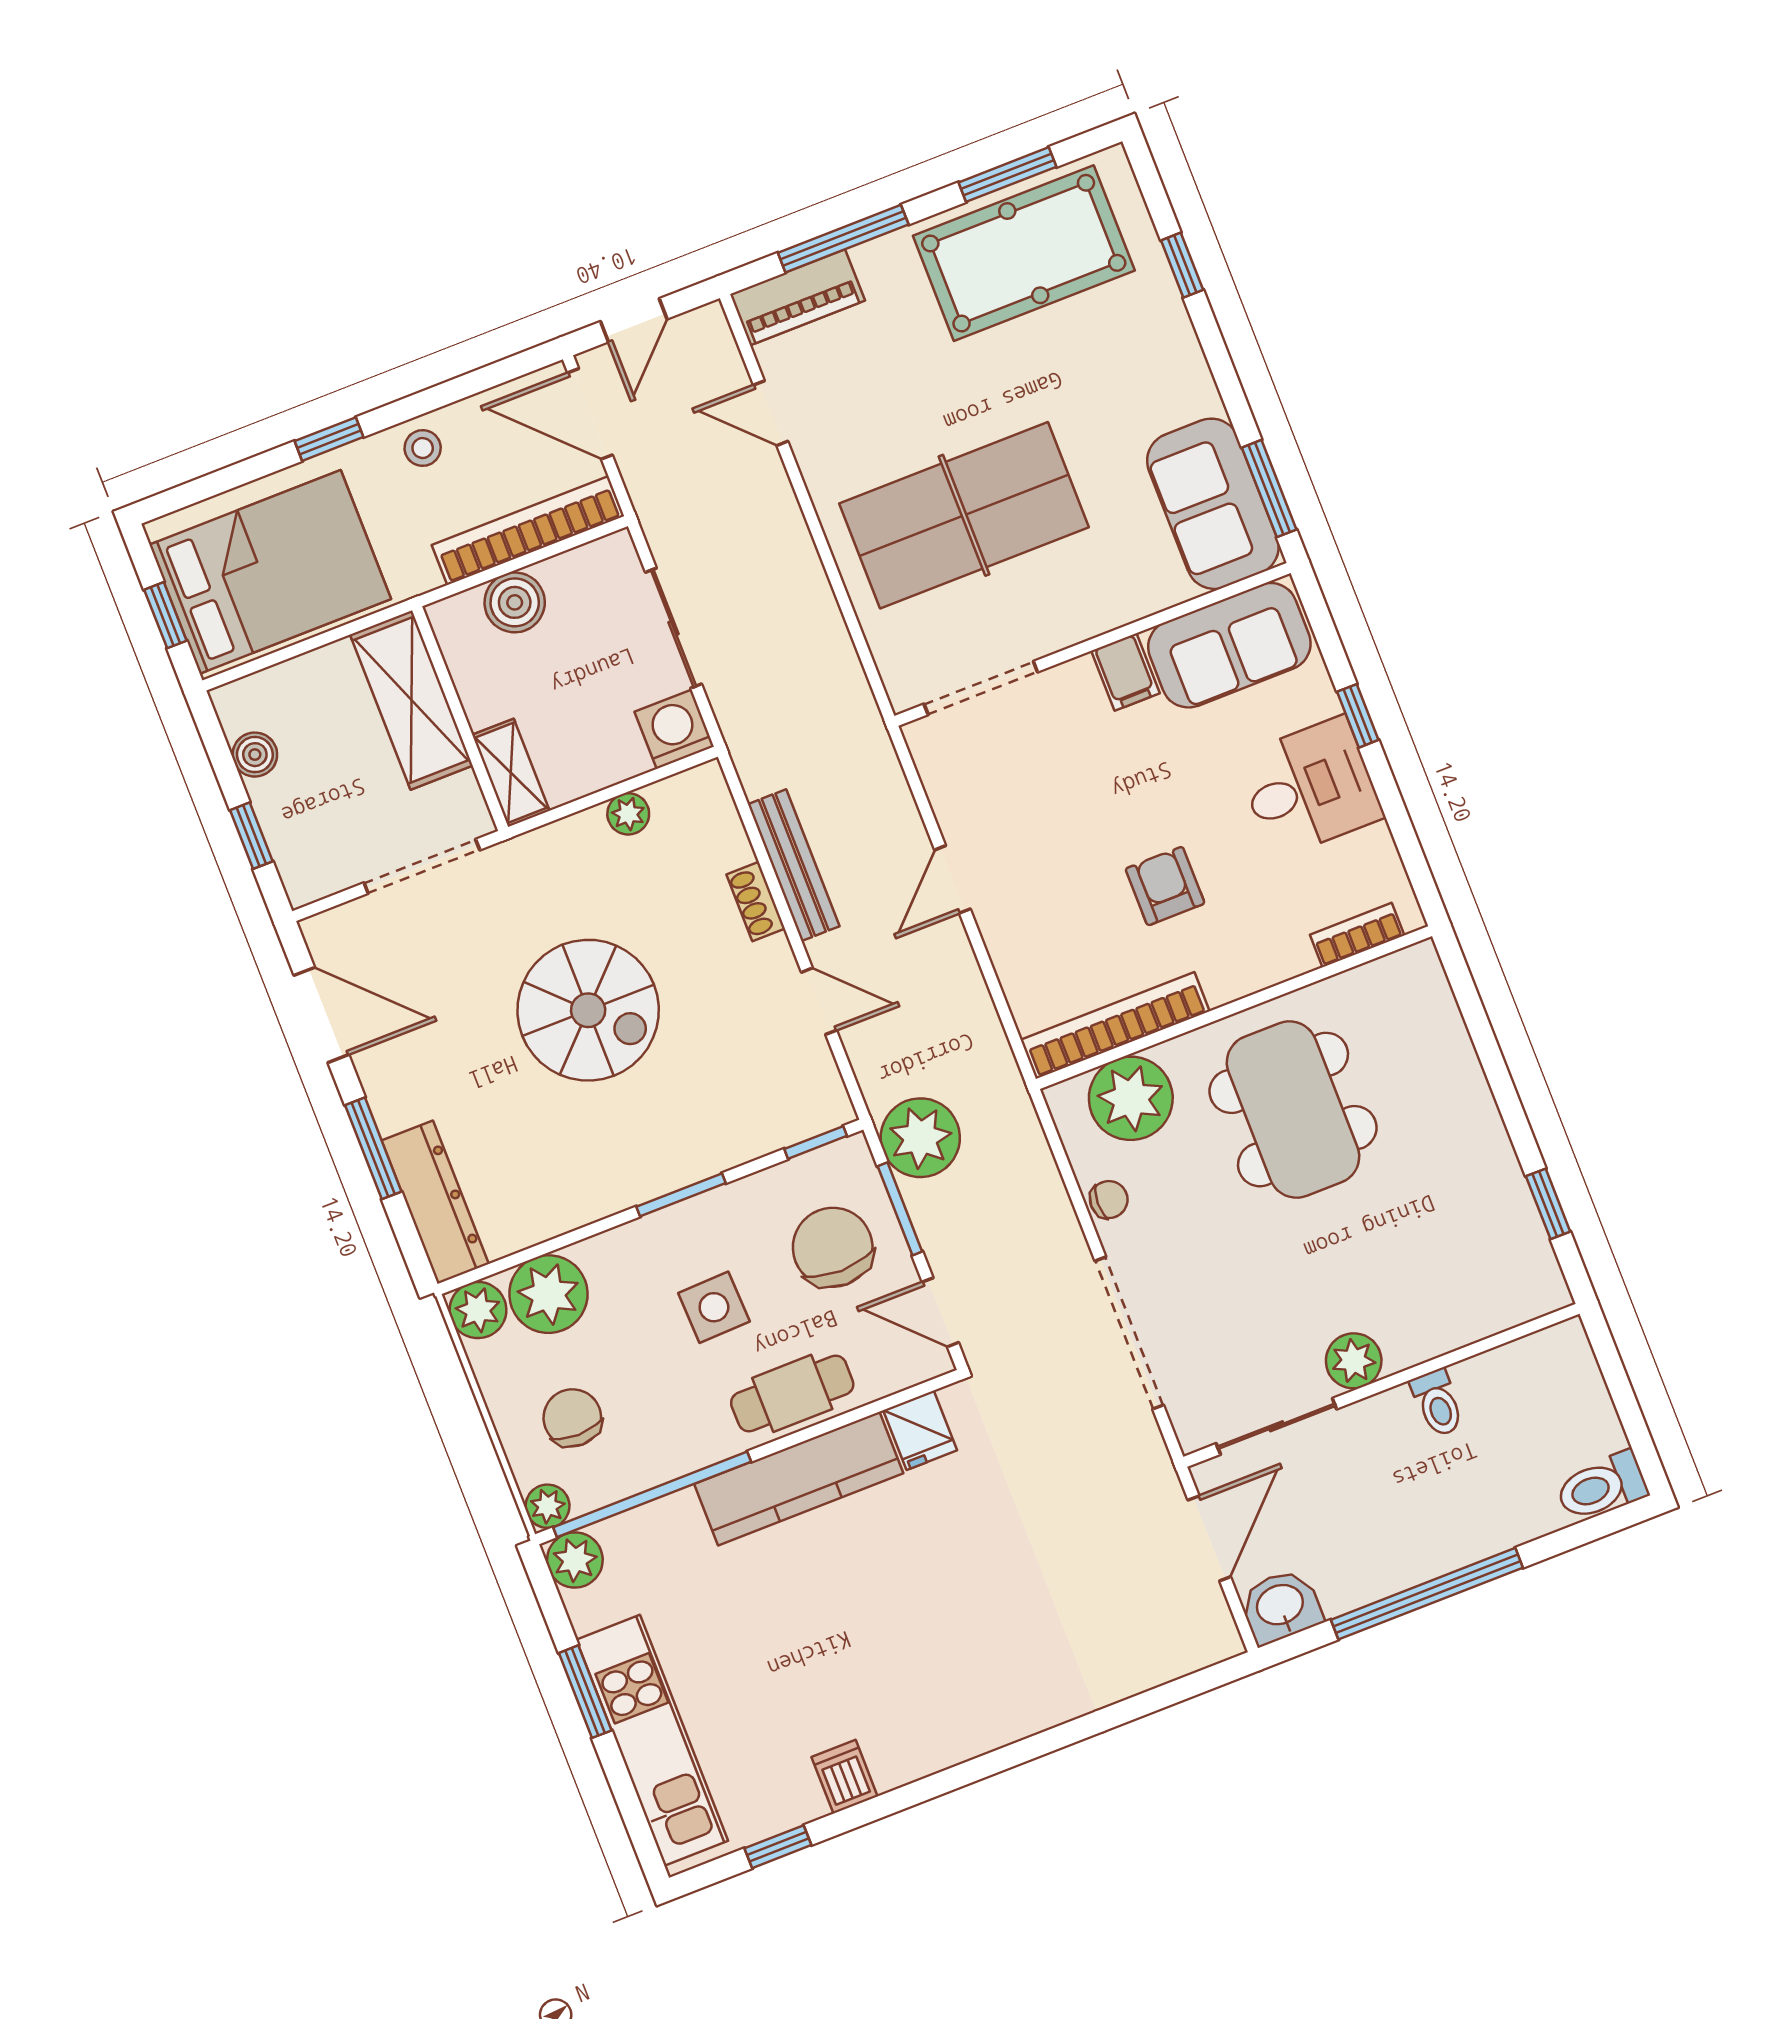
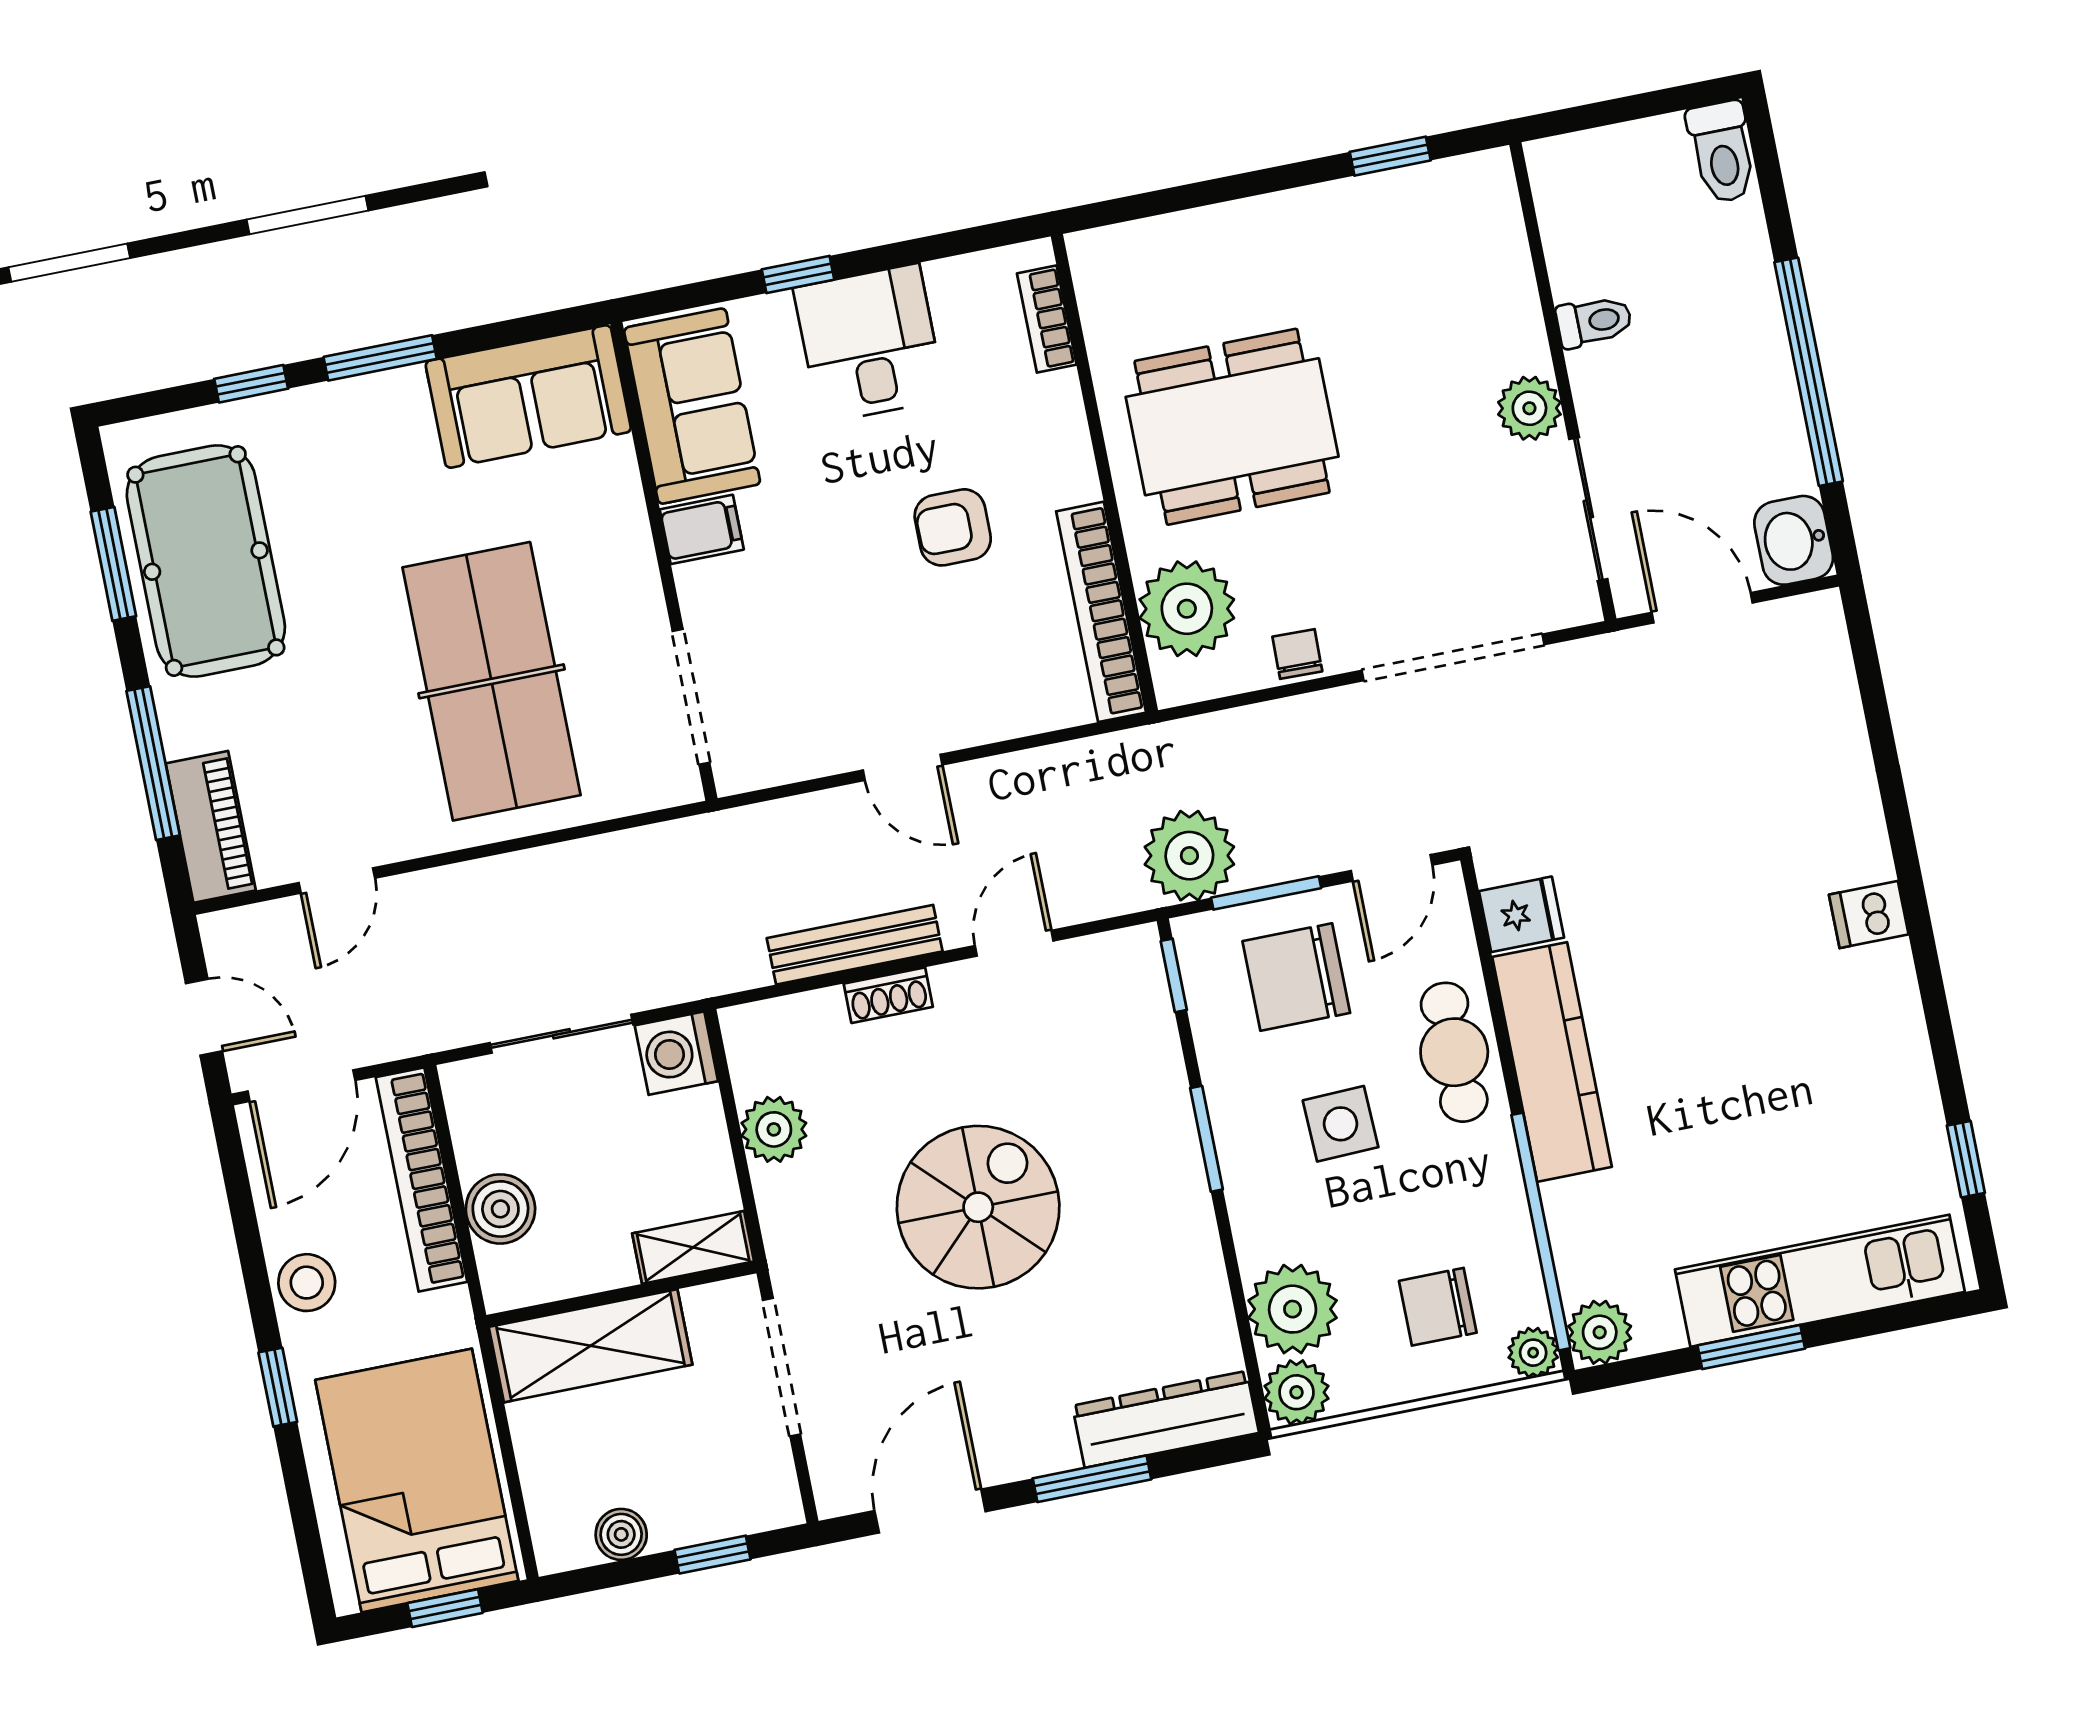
stool: (423, 448) -> (307, 1283), width x1.37, depth x1.37
window: (1269, 489) -> (380, 358), moved
plant: (628, 814) -> (774, 1129), width x1.38, depth x1.38
dishwasher: (845, 1777) -> (1869, 914), moved

